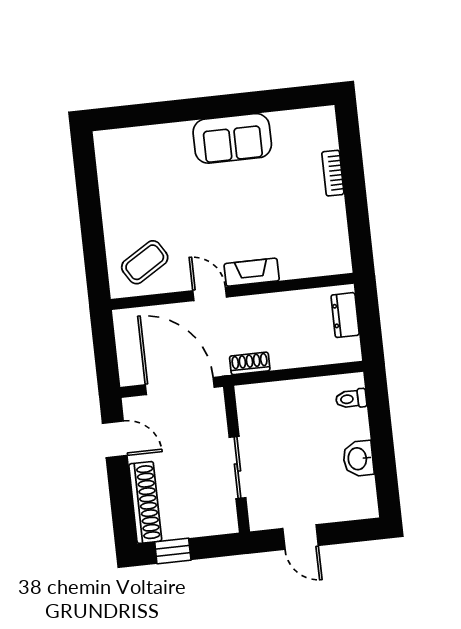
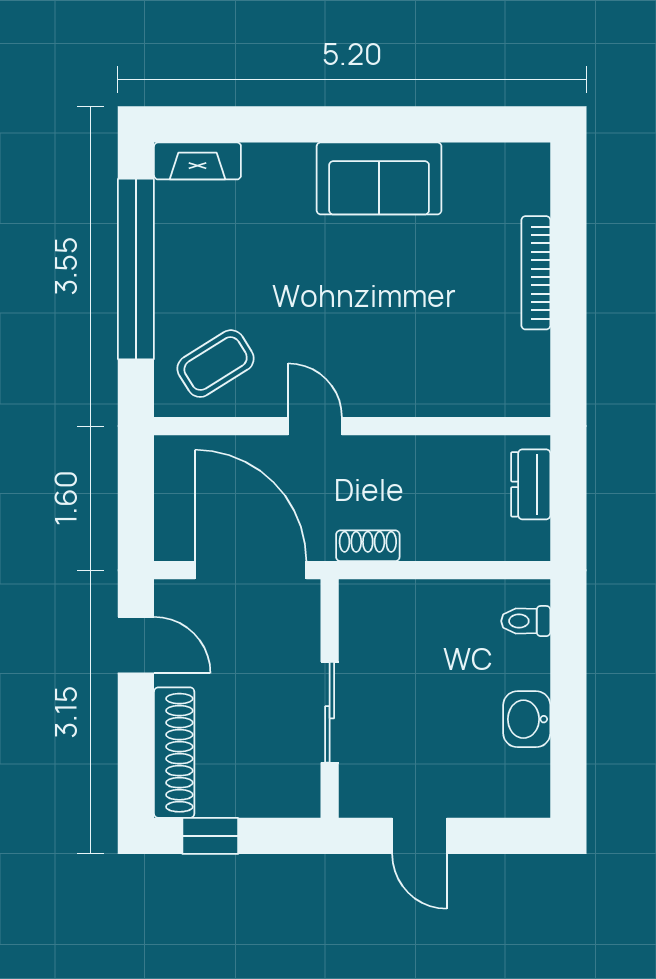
bookcase: (333, 173) -> (536, 273), width x1.56
window: (90, 210) -> (136, 269), added
fireplace: (252, 272) -> (197, 161), moved, turned 180

